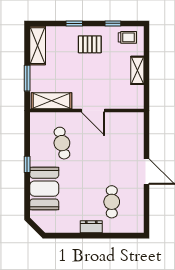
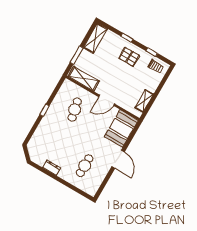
shelving: (137, 70) -> (144, 101), moved
door: (93, 110) -> (107, 100), hinge flipped
booth: (44, 189) -> (121, 129), moved
dresser: (91, 227) -> (52, 168), moved

